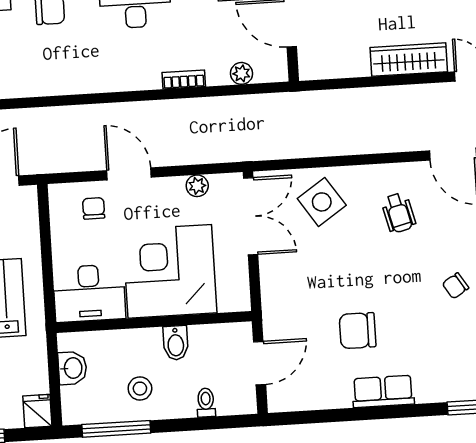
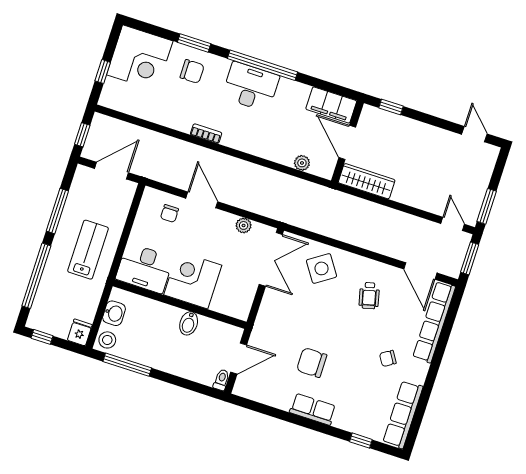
wardrobe: (409, 60) -> (367, 181), moved
bookcase: (184, 80) -> (206, 134), moved
chair: (94, 208) -> (169, 213), turned 180
corner desk: (170, 271) -> (193, 280), width x0.74, depth x0.74
stool: (140, 389) -> (107, 340), moved
toilet: (206, 403) -> (221, 380), moved

